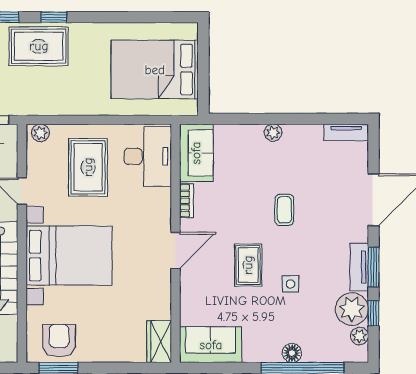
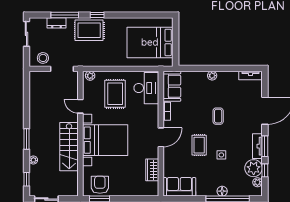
wardrobe: (159, 341) -> (152, 170), moved

